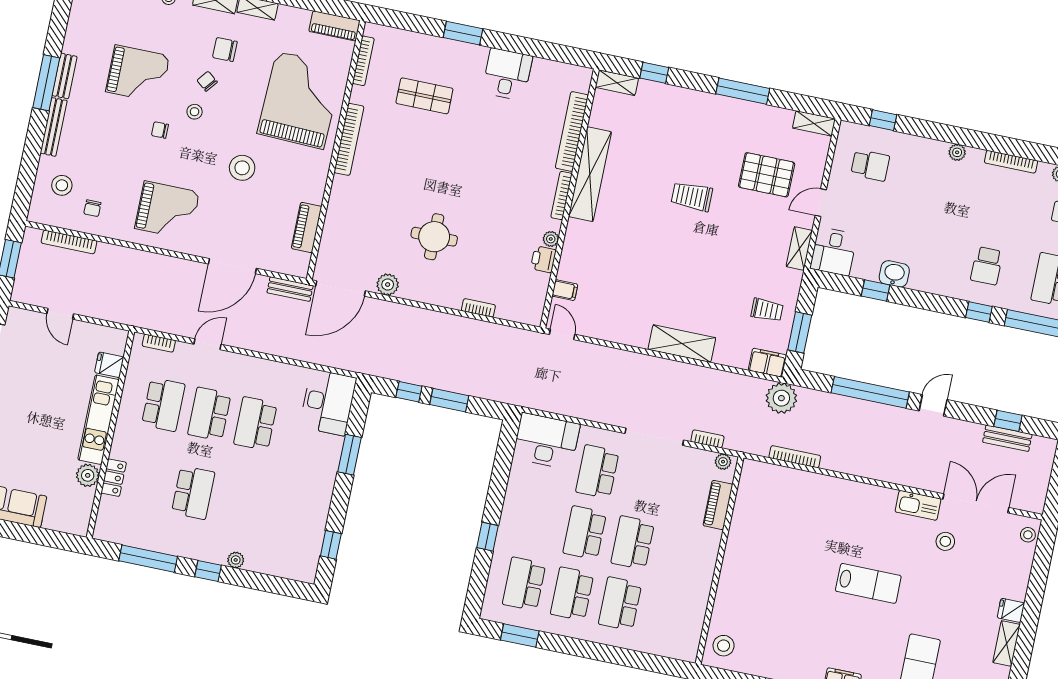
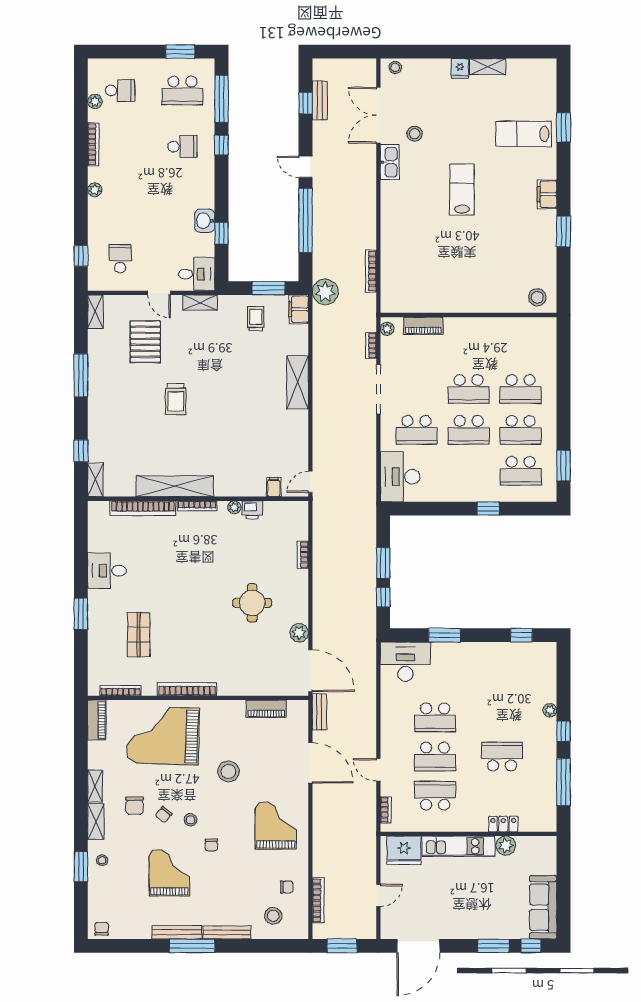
bench: (64, 76) -> (177, 932), width x1.36
fridge: (109, 365) -> (404, 850), width x1.88, depth x1.34

